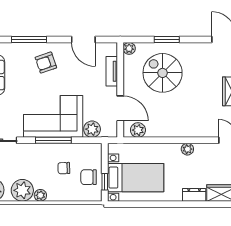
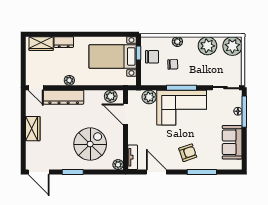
window: (167, 40) -> (73, 172), moved
tv unit: (112, 71) -> (133, 157), moved
spiral stairs: (163, 73) -> (90, 144), turned -90
dresser: (194, 129) -> (64, 97), added
plant: (40, 195) -> (177, 42), moved

